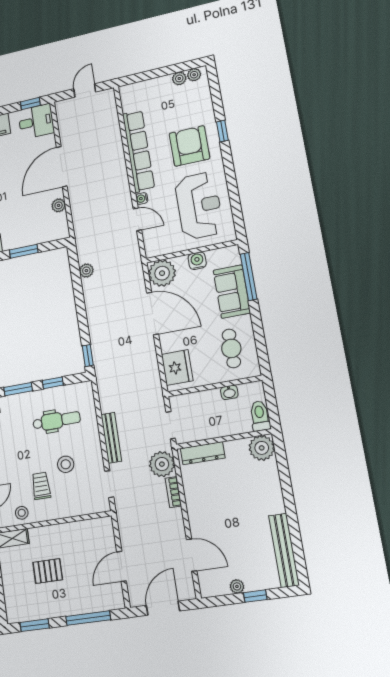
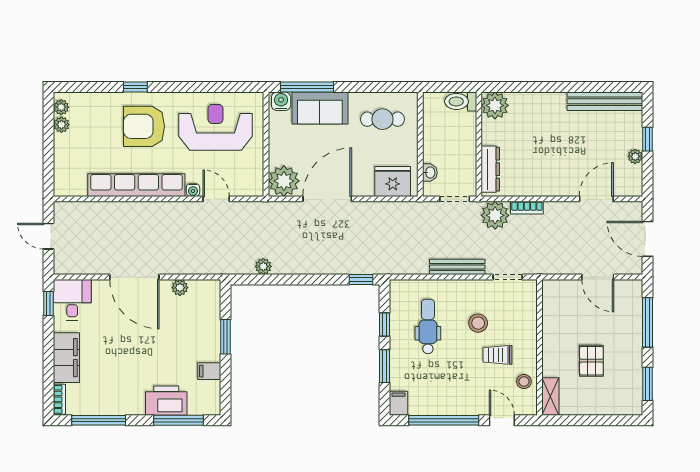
door: (137, 219) -> (216, 199), hinge flipped
water cooler: (197, 261) -> (281, 101), moved, turned 90
washbasin: (229, 392) -> (430, 173), moved

